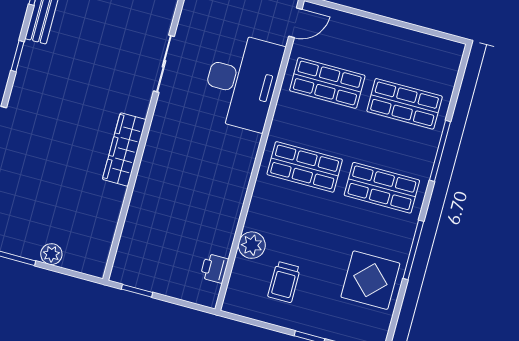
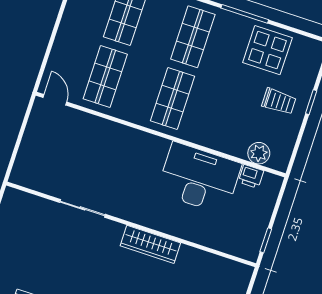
desk: (242, 82) -> (199, 178), moved
plant: (252, 245) -> (259, 153), moved
trolley: (284, 282) -> (279, 101), moved

